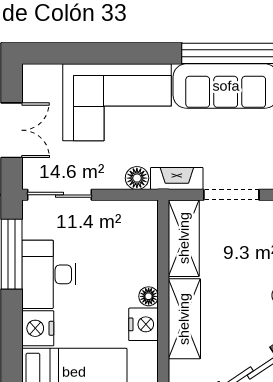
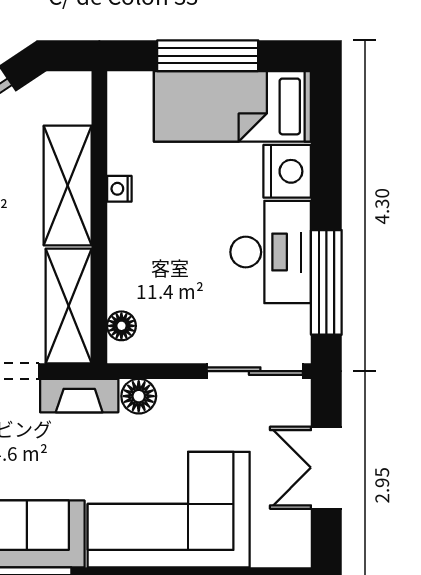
floor lamp: (149, 296) -> (121, 326), moved
nightstand: (143, 324) -> (119, 189), width x0.53, depth x0.56

